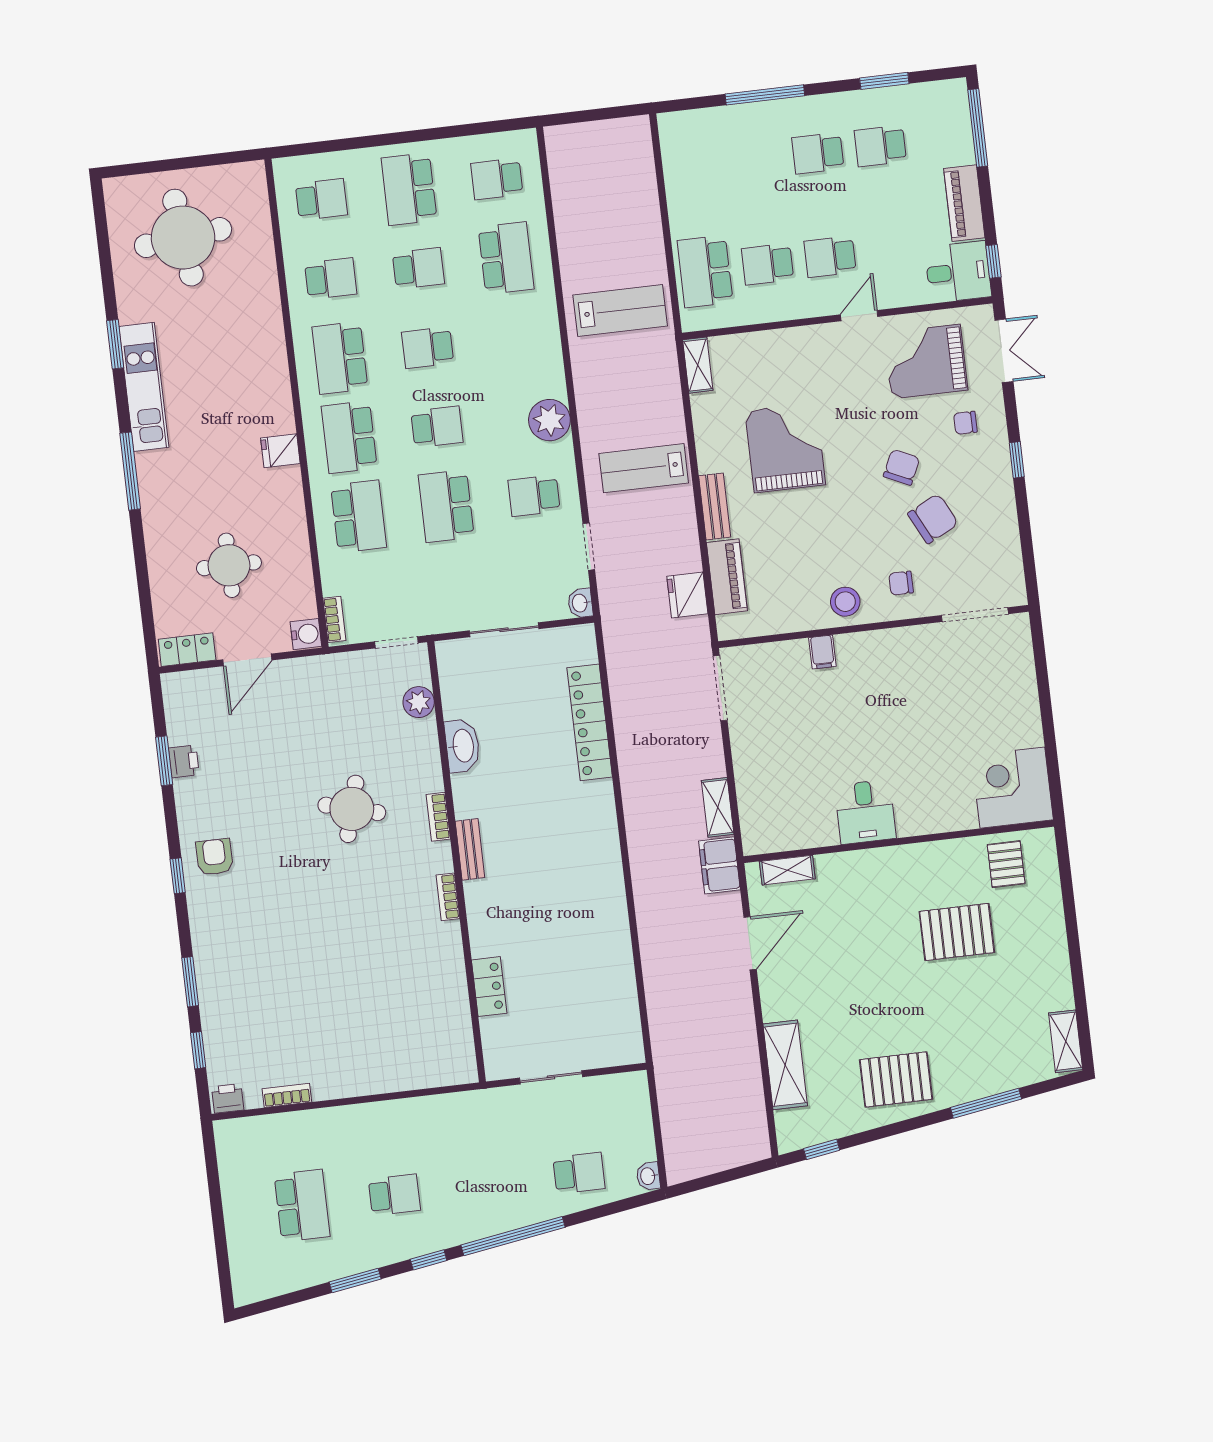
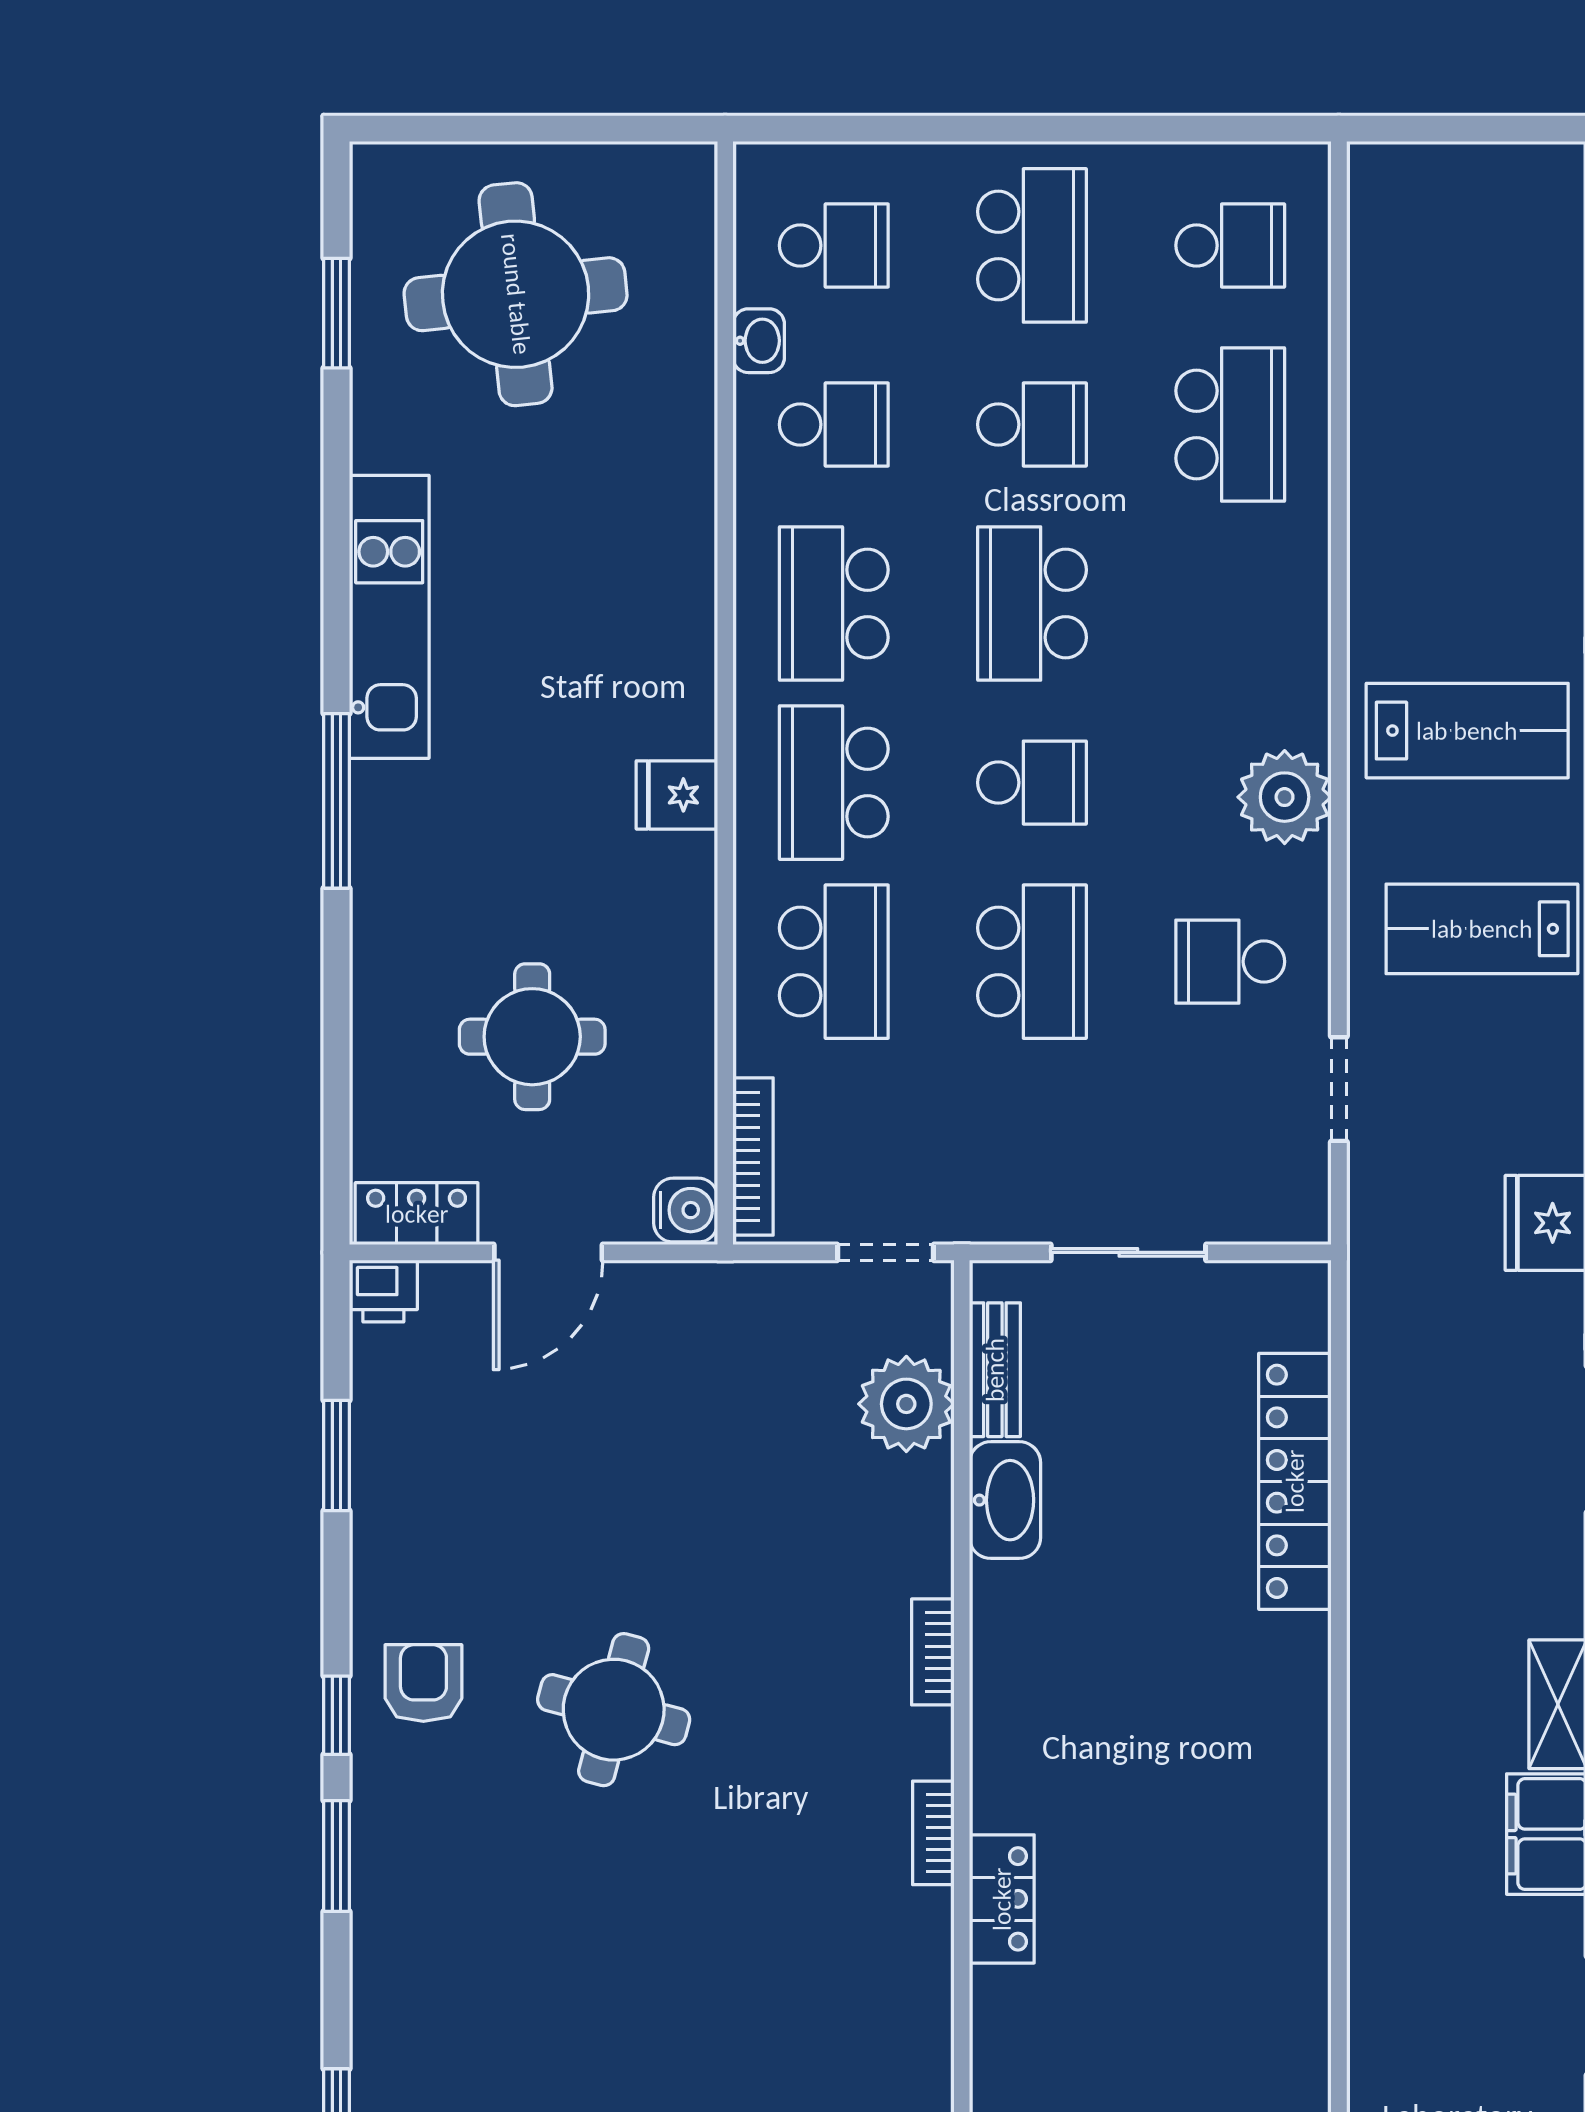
school desk: (497, 179) -> (1230, 245), turned 180
school desk: (409, 189) -> (1032, 245), turned 180
lab bench: (620, 311) -> (1467, 731), moved
window: (115, 344) -> (337, 313), moved
school desk: (428, 348) -> (1032, 604), width x1.85
school desk: (446, 506) -> (1032, 962), turned 180
washbasin: (580, 603) -> (759, 341), moved, turned 180
bookcase: (334, 619) -> (753, 1156), width x1.56
plant: (419, 702) -> (906, 1404), width x1.36, depth x1.36
printer: (184, 761) -> (383, 1291), moved, turned 90
round table: (352, 809) -> (614, 1710), moved
bench: (470, 849) -> (995, 1370), moved
window: (190, 982) -> (337, 1856), moved
locker: (489, 987) -> (1002, 1899), moved

